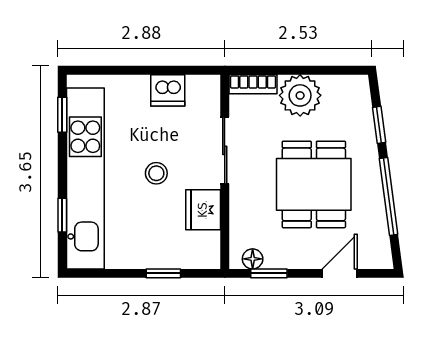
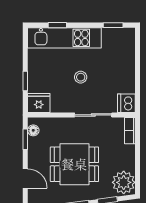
dishwasher: (168, 90) -> (126, 103), moved
plant: (300, 95) -> (124, 182), moved
kitchen unit: (85, 178) -> (64, 38), width x0.73
fridge: (203, 210) -> (39, 103), moved

